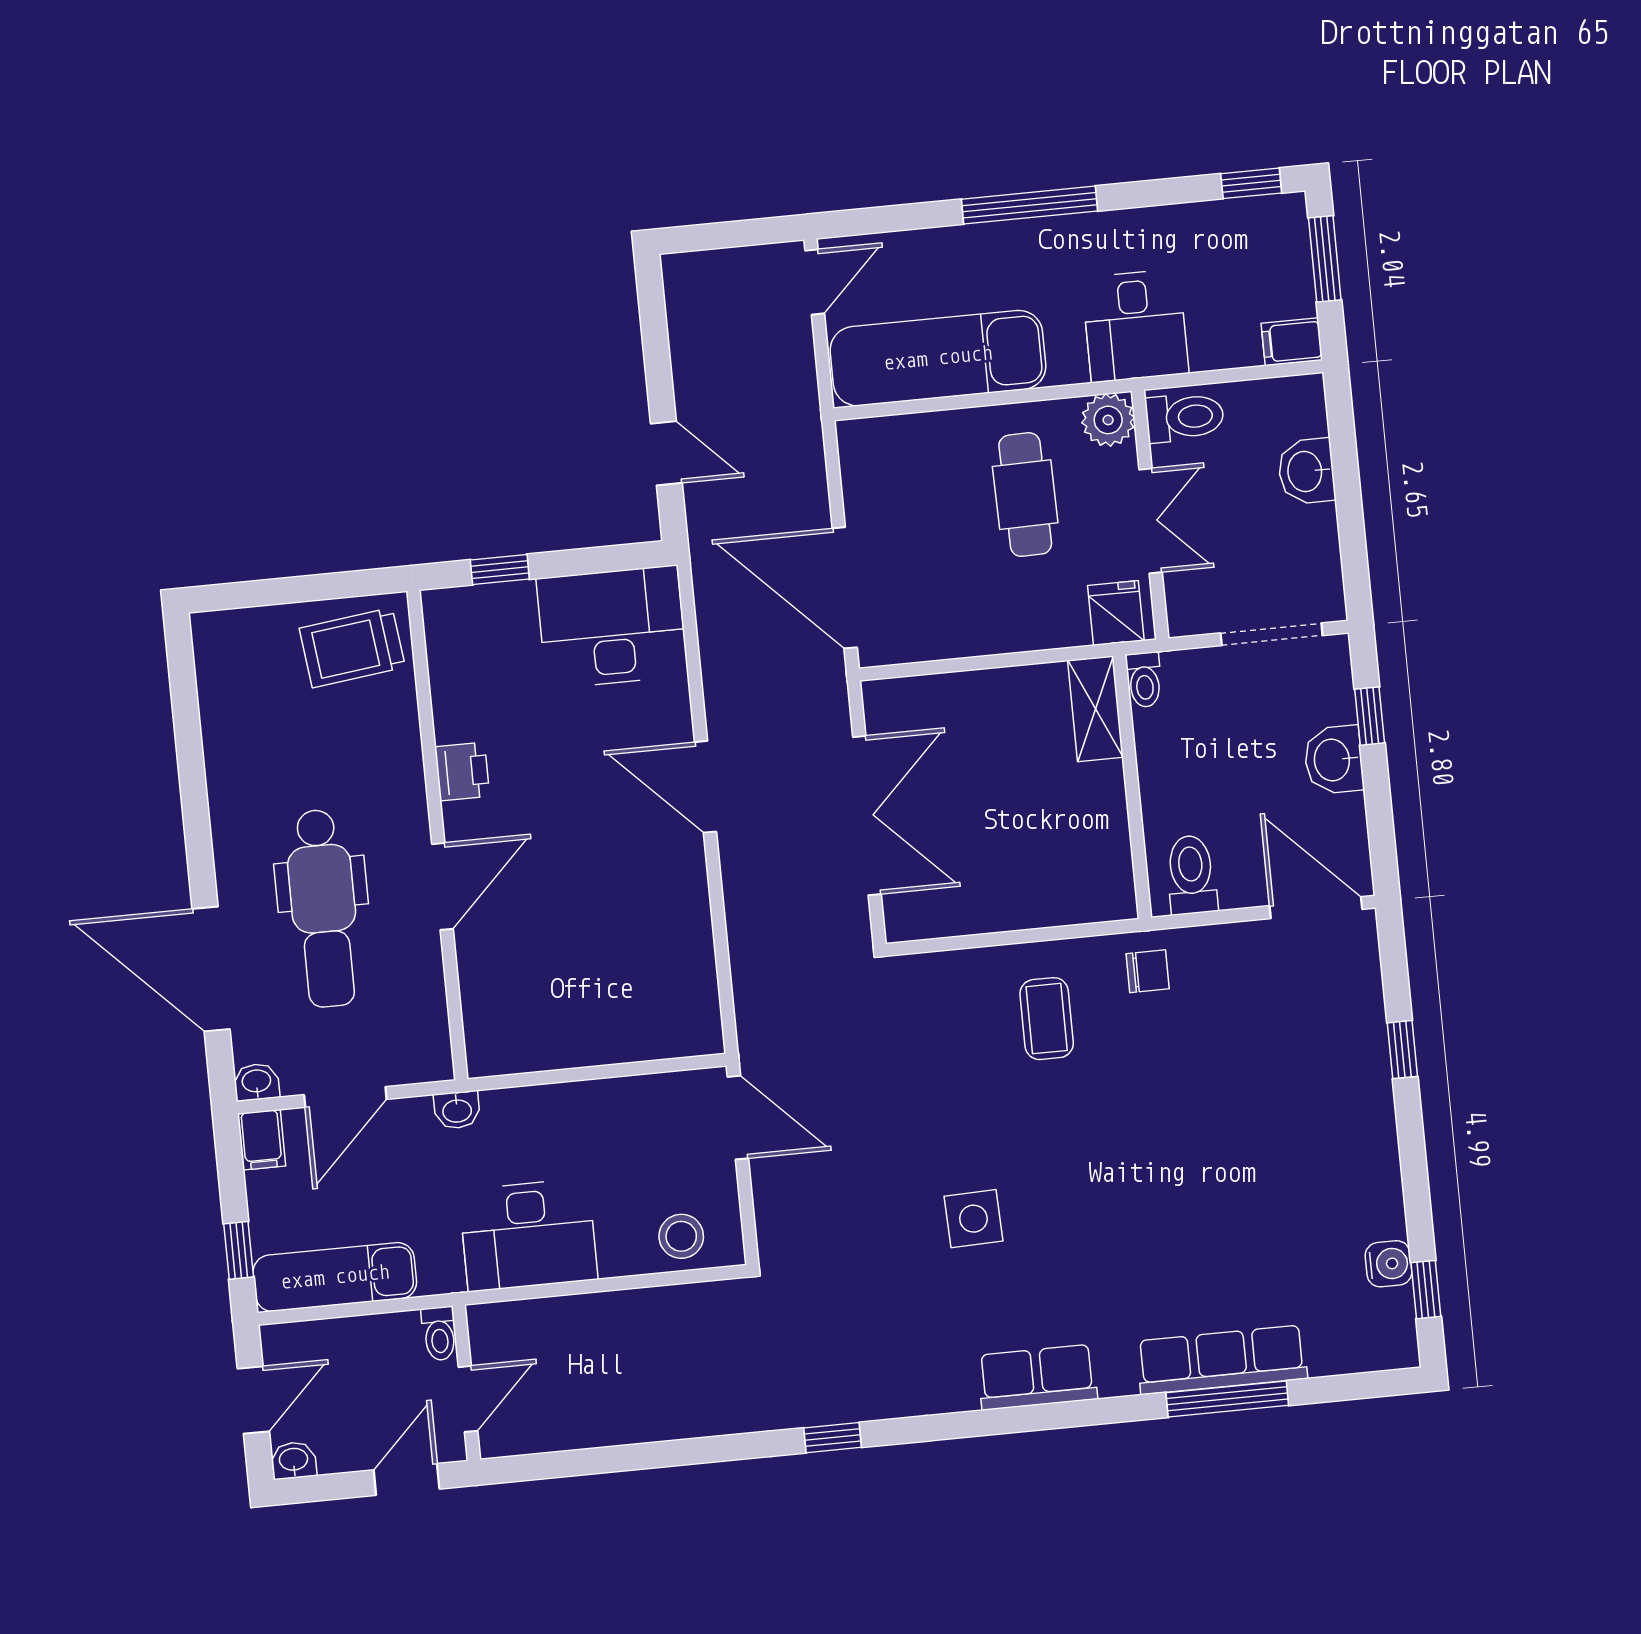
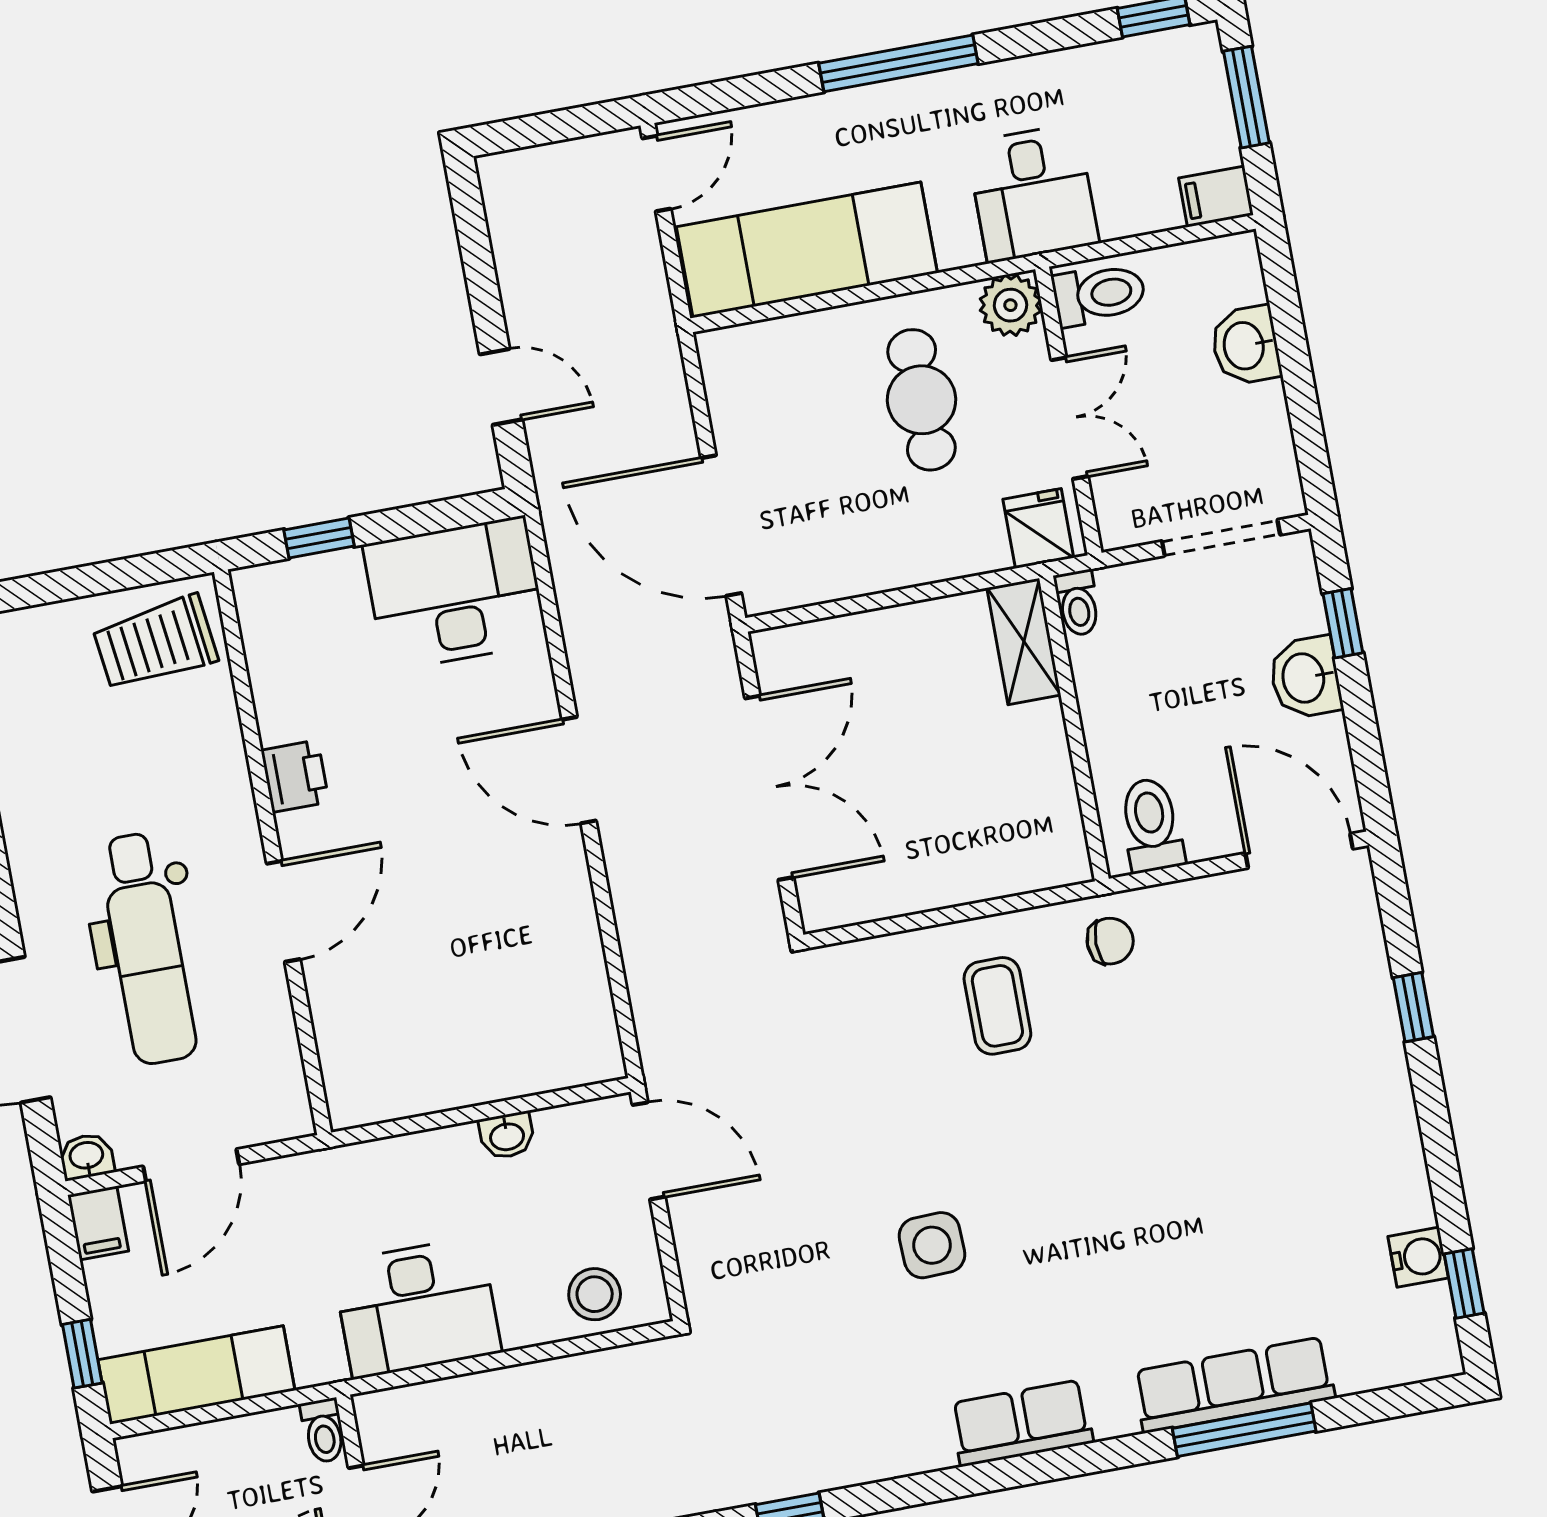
washbasin: (457, 1110) -> (507, 1136), moved

